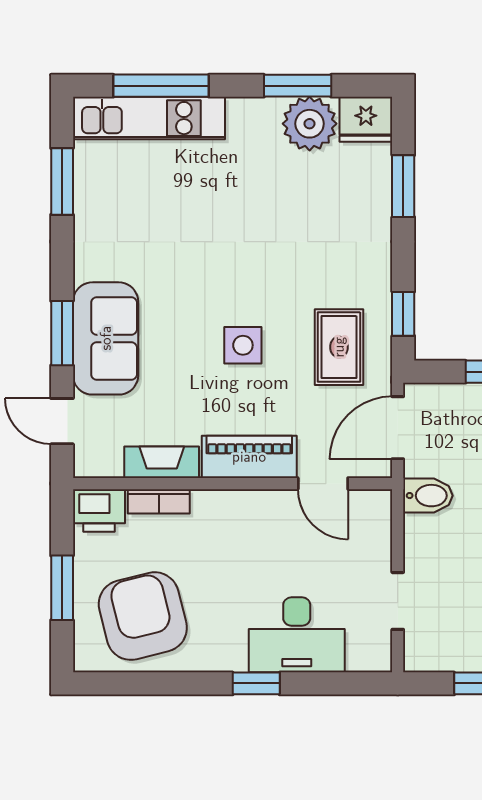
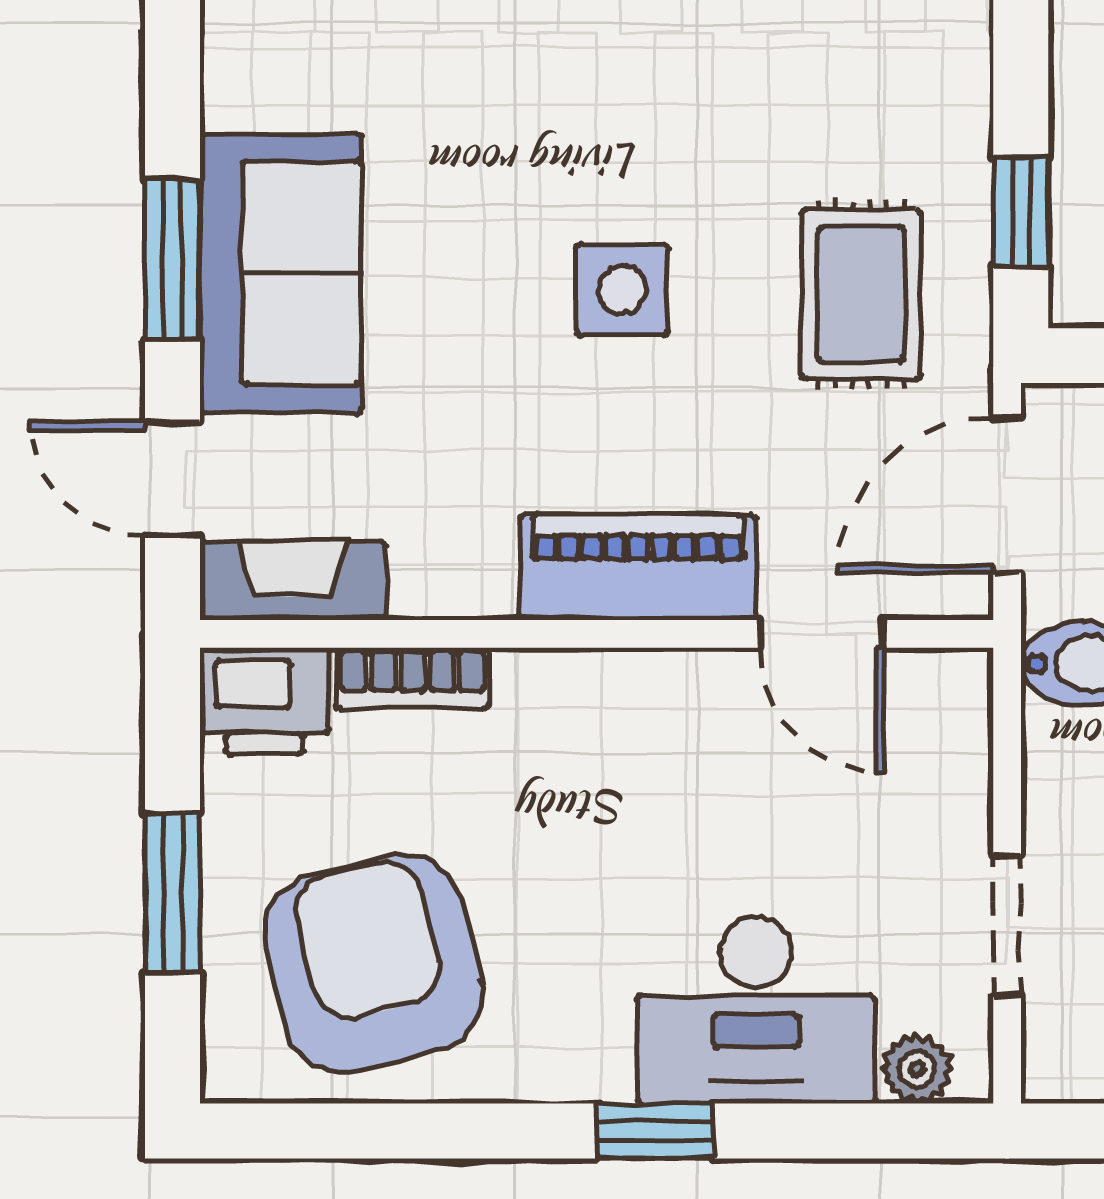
fireplace: (162, 462) -> (292, 581), moved
plant: (361, 659) -> (917, 1069), added

